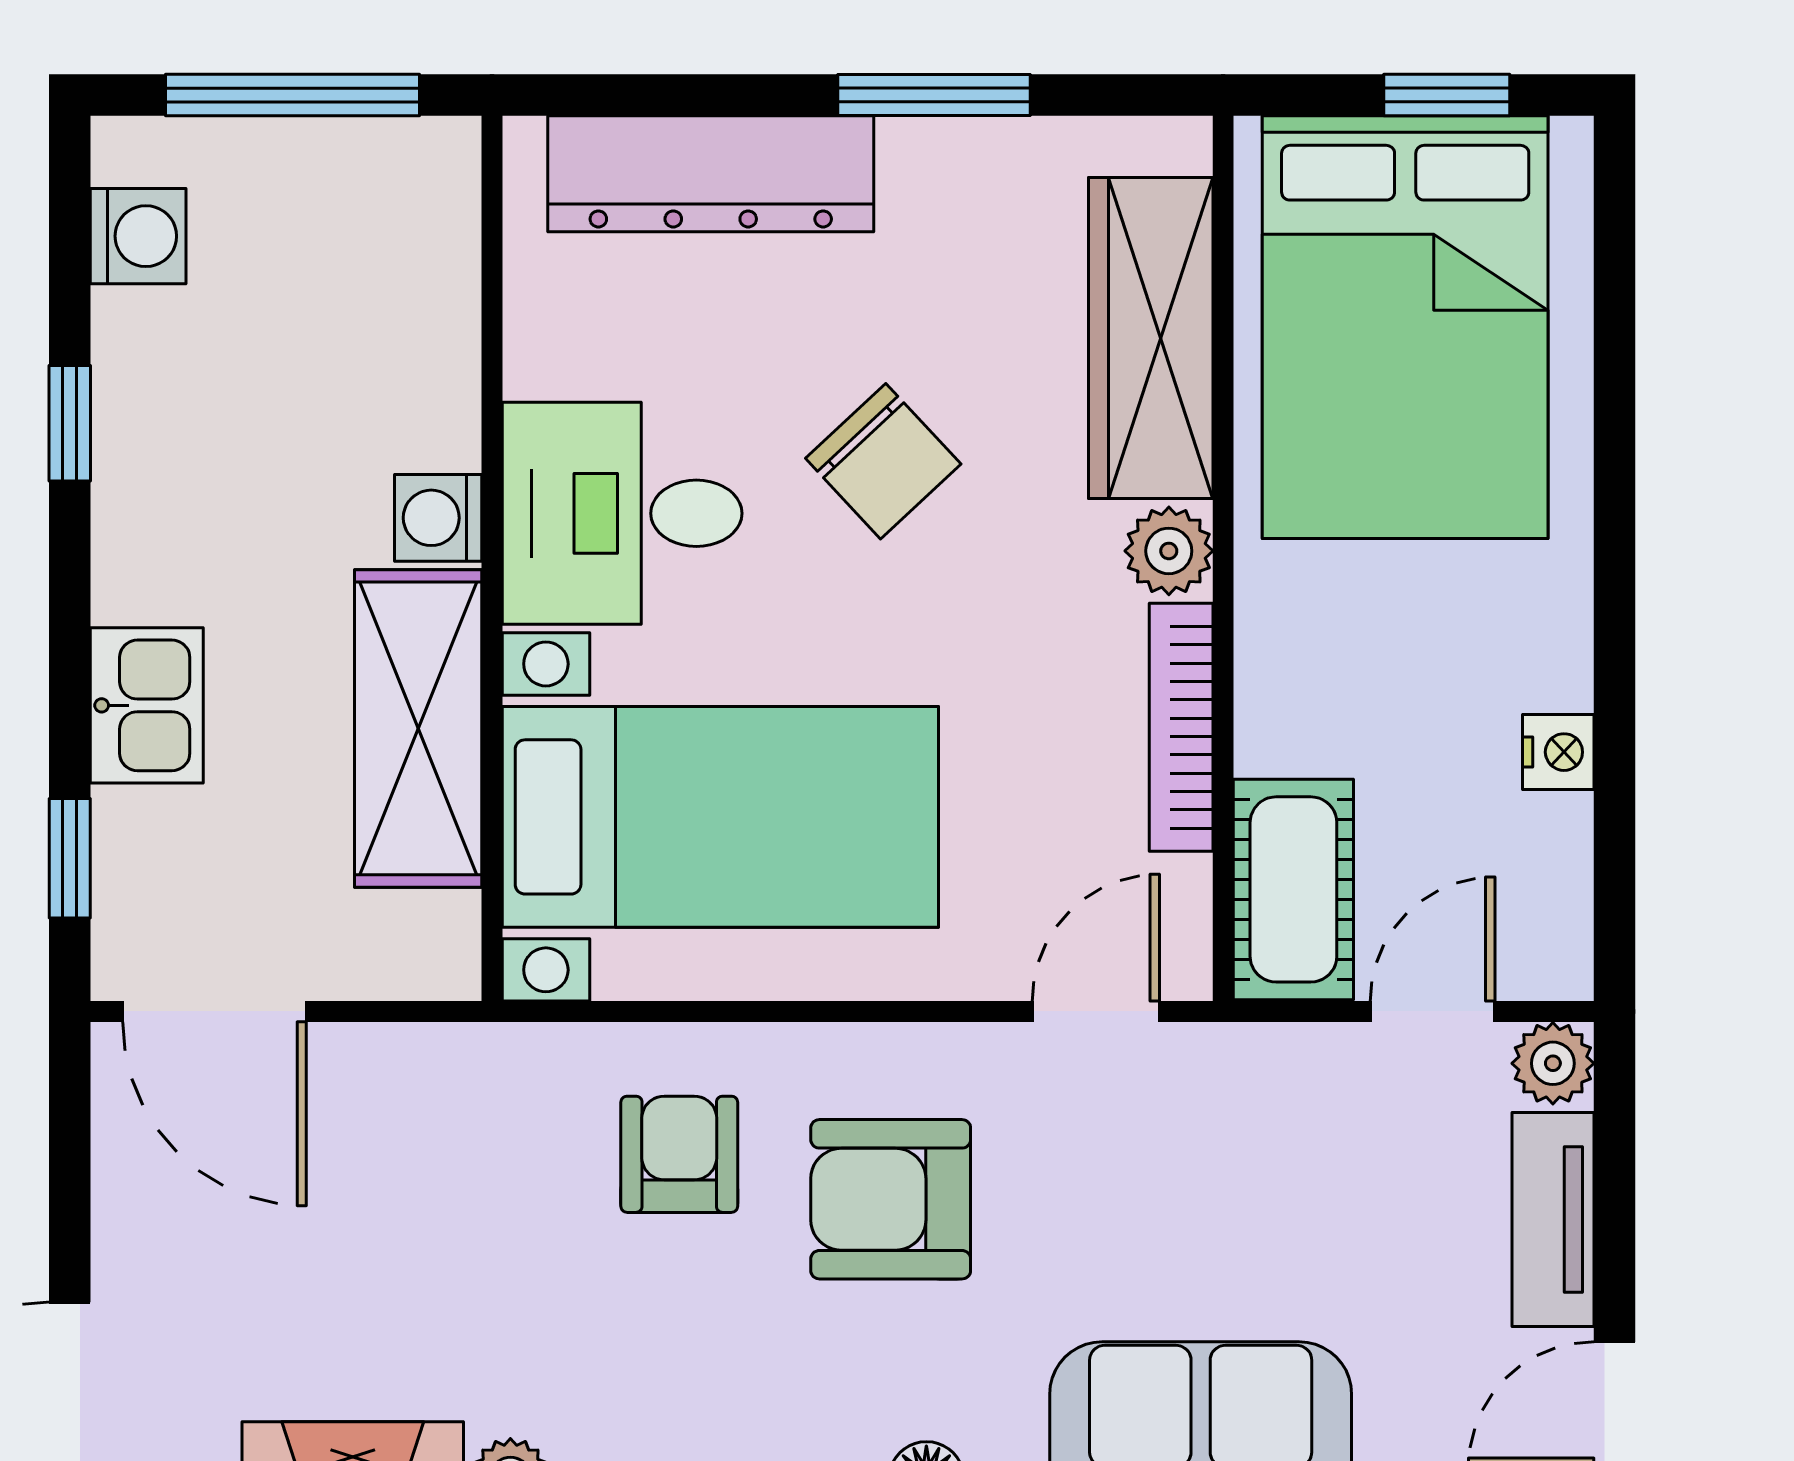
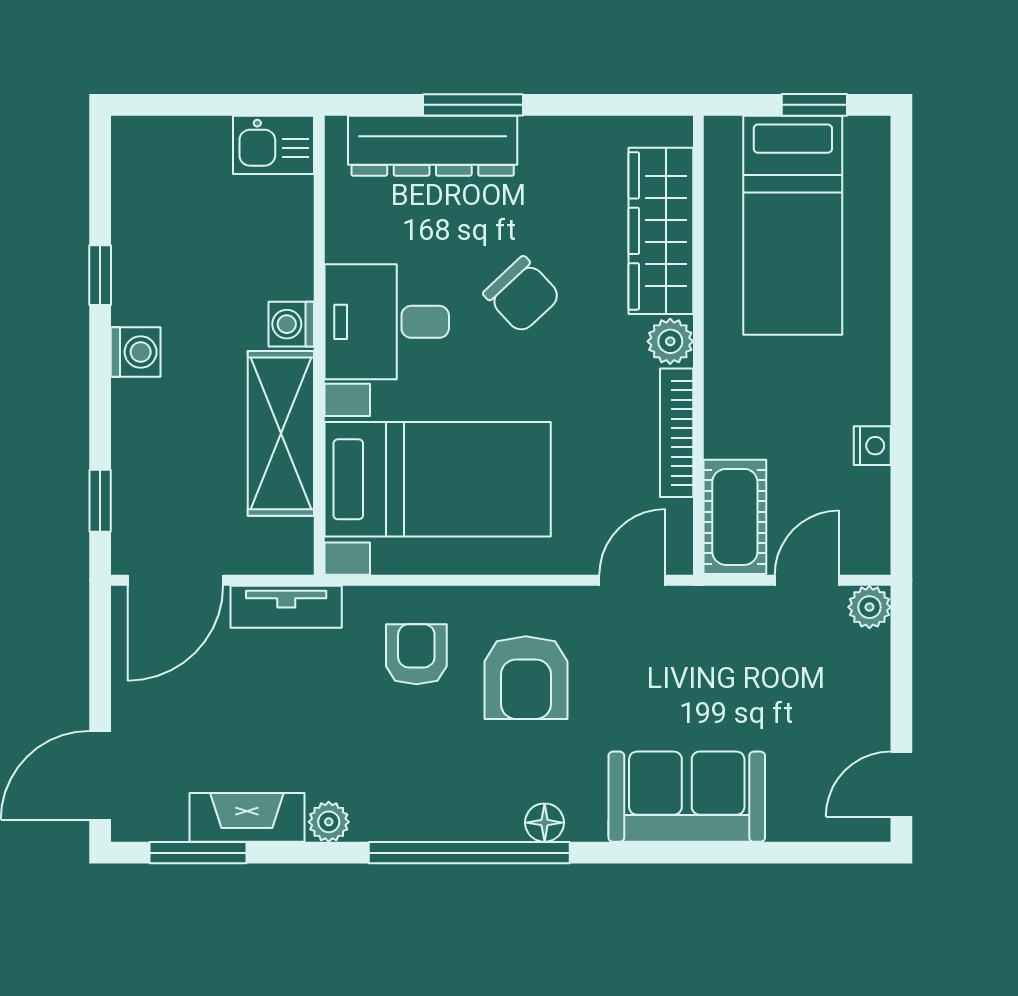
window: (293, 95) -> (216, 105), removed
window: (934, 95) -> (473, 105), moved
washing machine: (138, 236) -> (136, 352), moved
bed: (1405, 327) -> (793, 225), width x0.67
kitchen sink: (147, 705) -> (273, 145), moved, turned 90
door: (215, 1011) -> (175, 580), hinge flipped
armchair: (891, 1199) -> (526, 678), turned -90
tv unit: (1553, 1220) -> (286, 607), moved, turned -90

